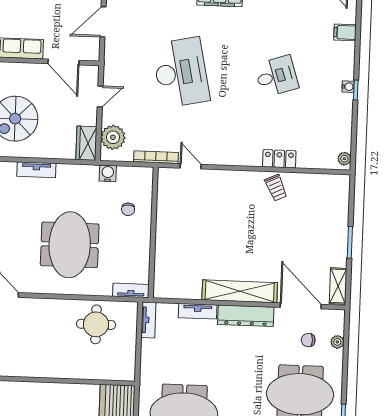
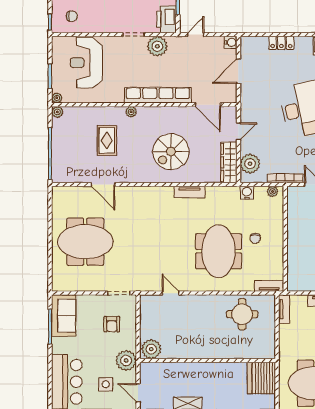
wardrobe: (86, 143) -> (229, 162), width x1.50
plant: (140, 173) -> (272, 191), added
chair: (128, 209) -> (255, 238), moved

